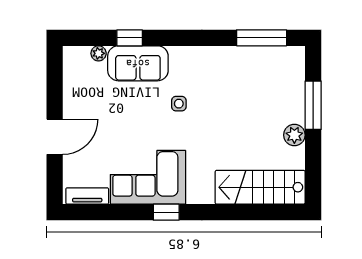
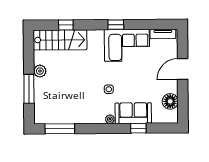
plant: (99, 53) -> (110, 119), moved
floor lamp: (76, 83) -> (170, 101), added
window: (250, 212) -> (66, 25), added

